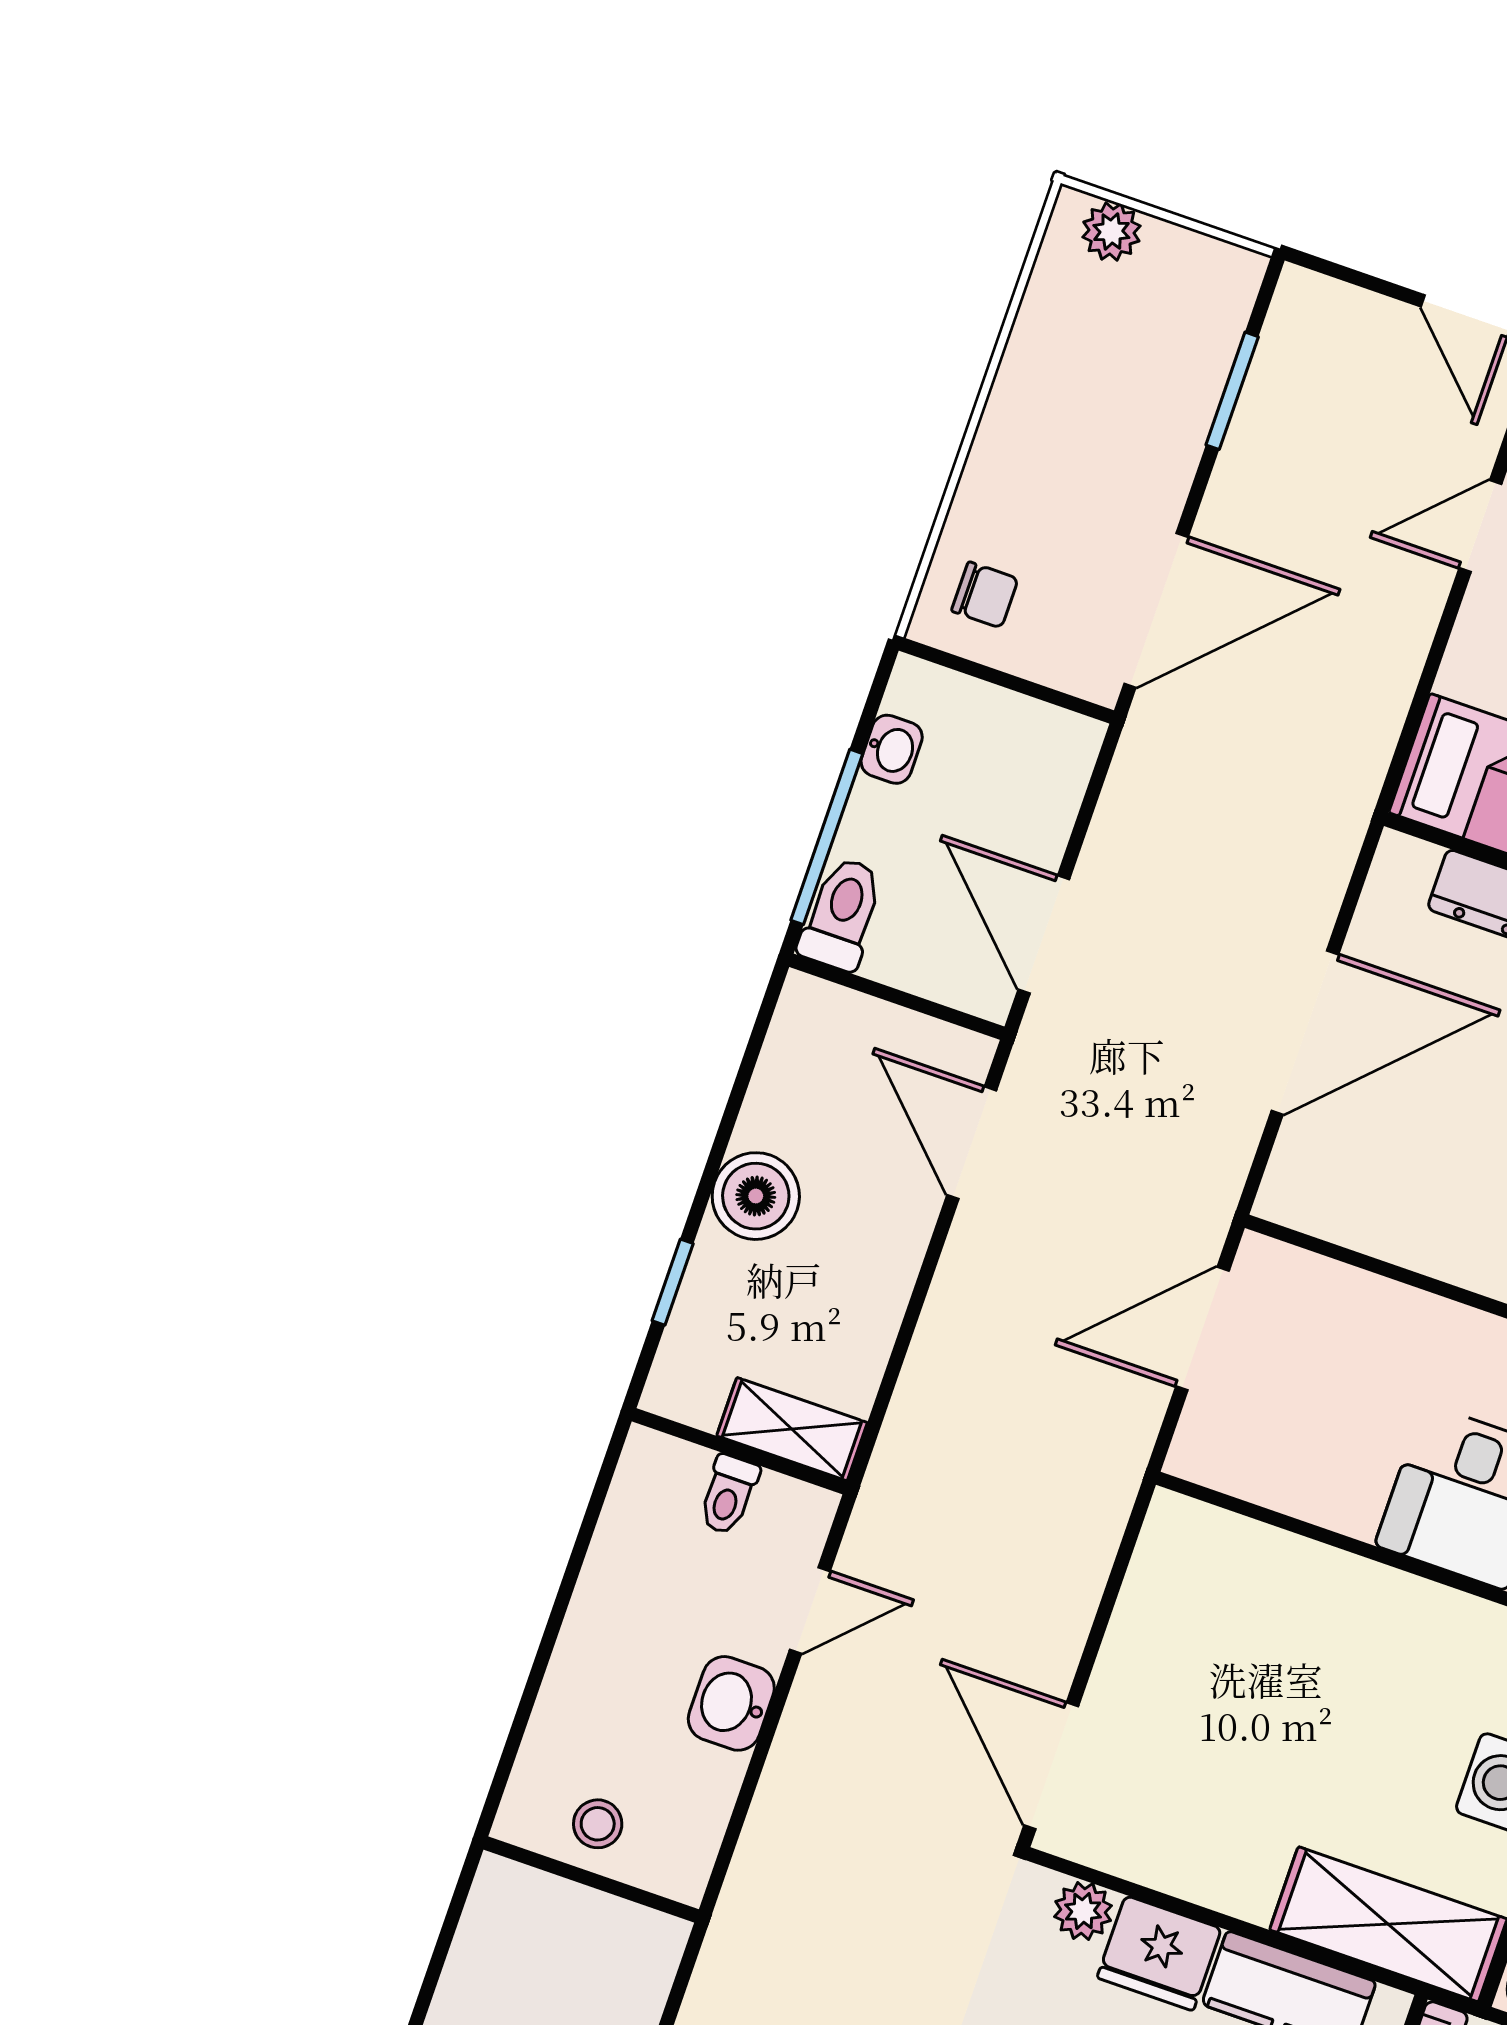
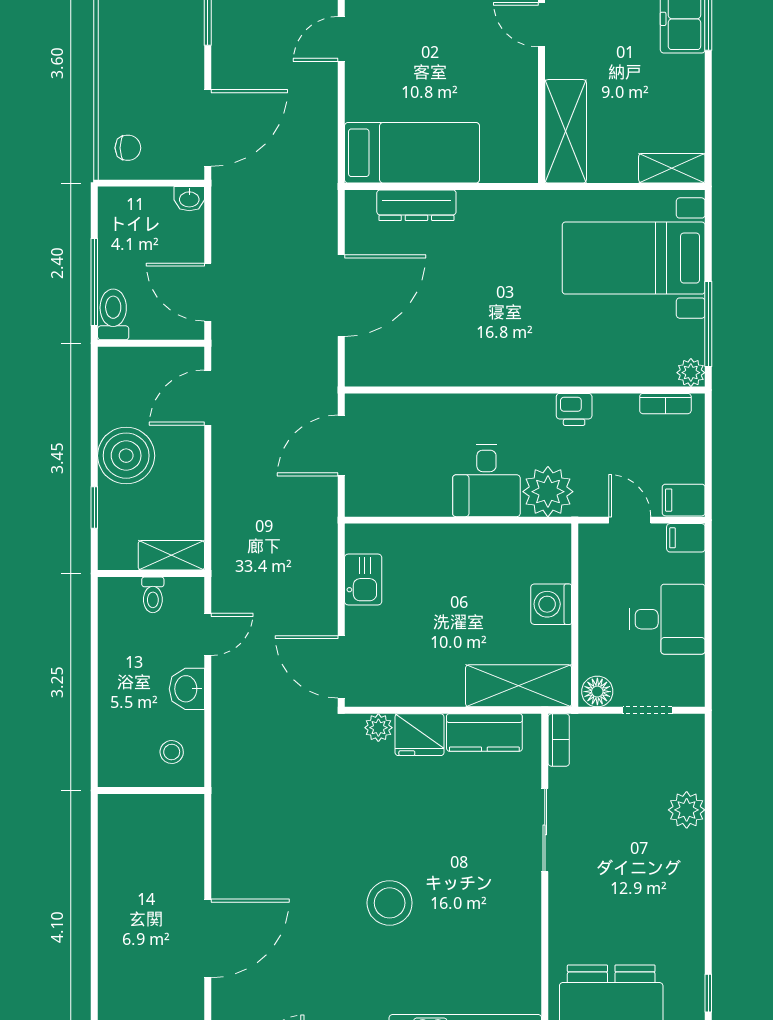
washbasin: (892, 749) -> (189, 199), moved, turned 90
door: (972, 1143) -> (208, 398), hinge flipped
boiler: (756, 1196) -> (126, 456), width x1.37, depth x1.37
kitchen sink: (1154, 1608) -> (363, 579), added
stool: (598, 1824) -> (172, 752), moved

